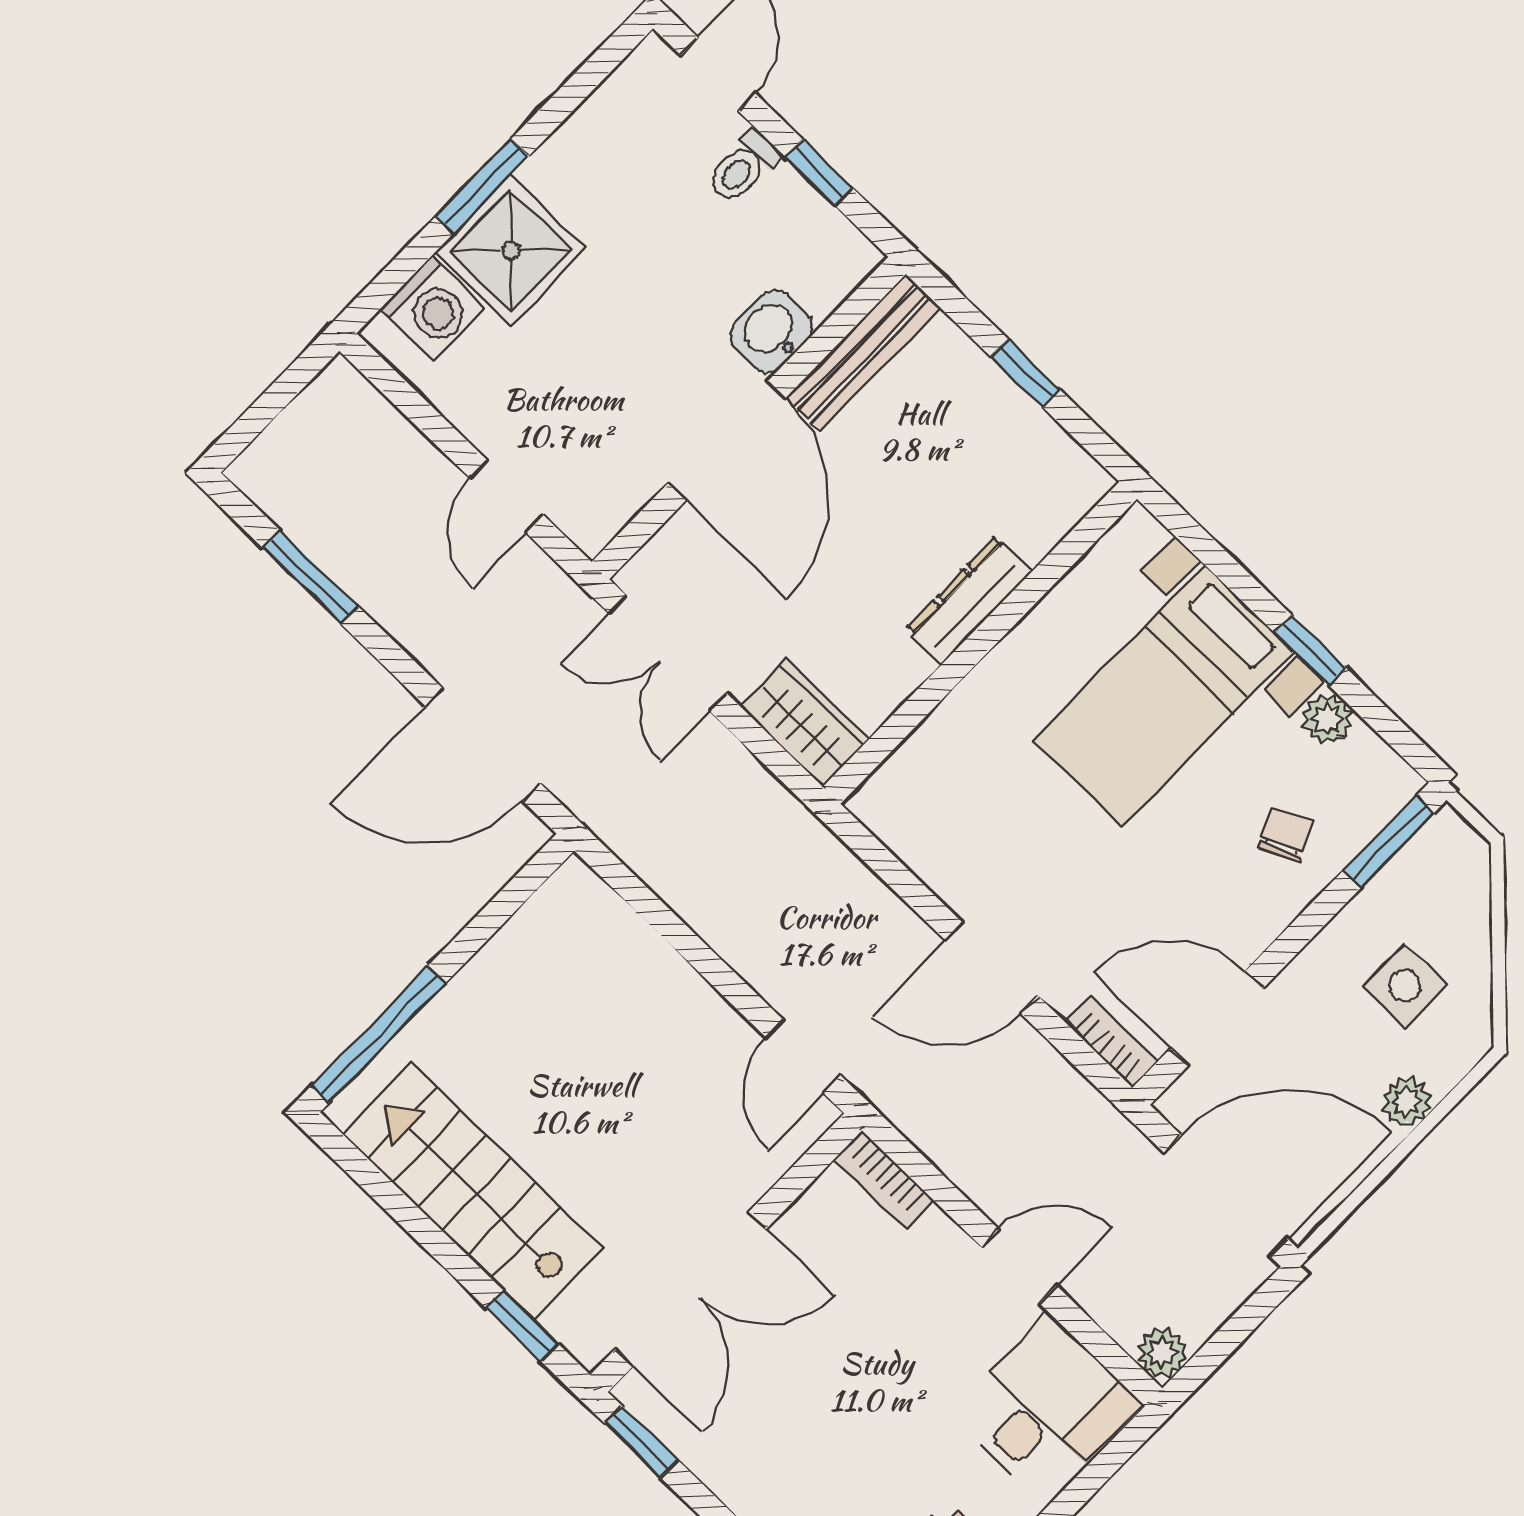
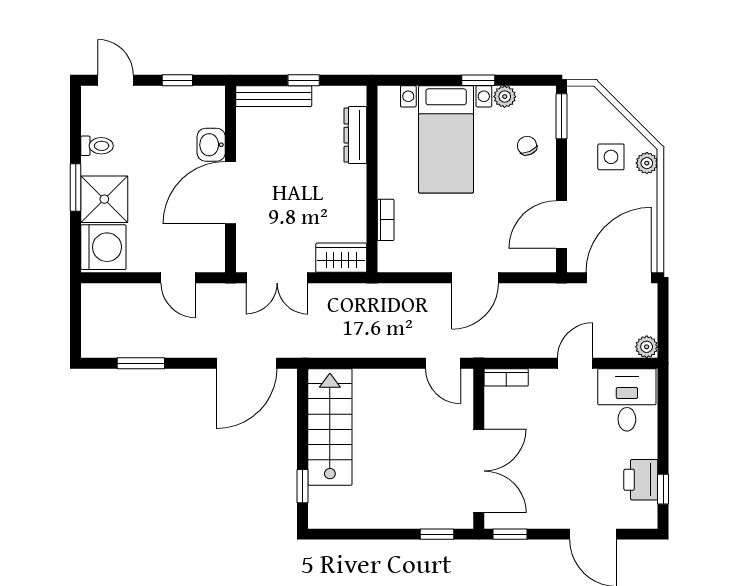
toilet: (743, 167) -> (97, 146), moved, turned -90
washing machine: (433, 308) -> (103, 247), width x1.37, depth x1.37
bench: (863, 353) -> (274, 96), moved, turned 90
door: (727, 440) -> (230, 193), swing flipped
dresser: (969, 600) -> (355, 135), moved
window: (379, 1034) -> (303, 486), width x0.46
bookcase: (1112, 1041) -> (386, 220), moved, turned 90
plant: (1407, 1102) -> (647, 163), moved
stairs: (473, 1191) -> (330, 427), moved, turned 90

